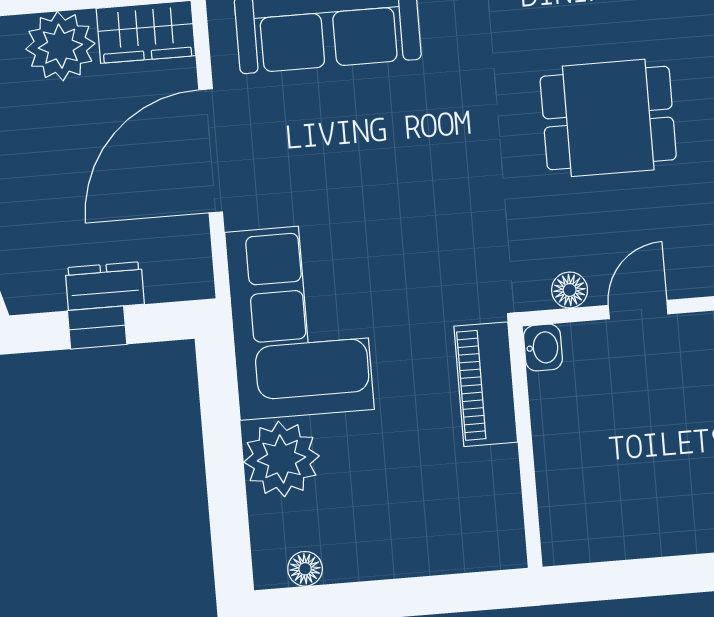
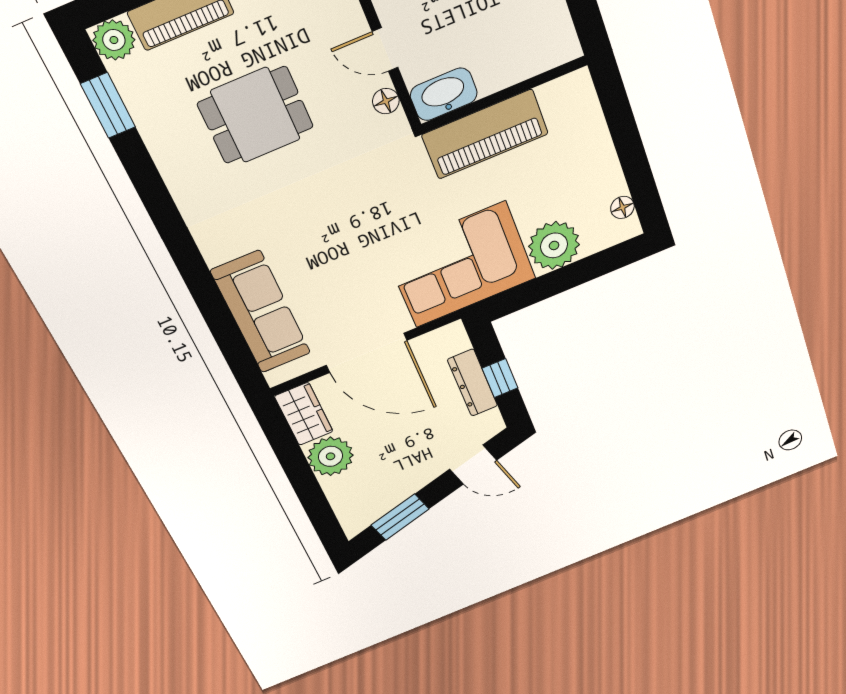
dining table: (608, 118) -> (256, 115), turned 90
dresser: (105, 286) -> (473, 383), width x1.44
washbasin: (543, 348) -> (444, 94), width x1.91, depth x1.45
piano: (486, 384) -> (485, 134), width x1.37, depth x1.33

